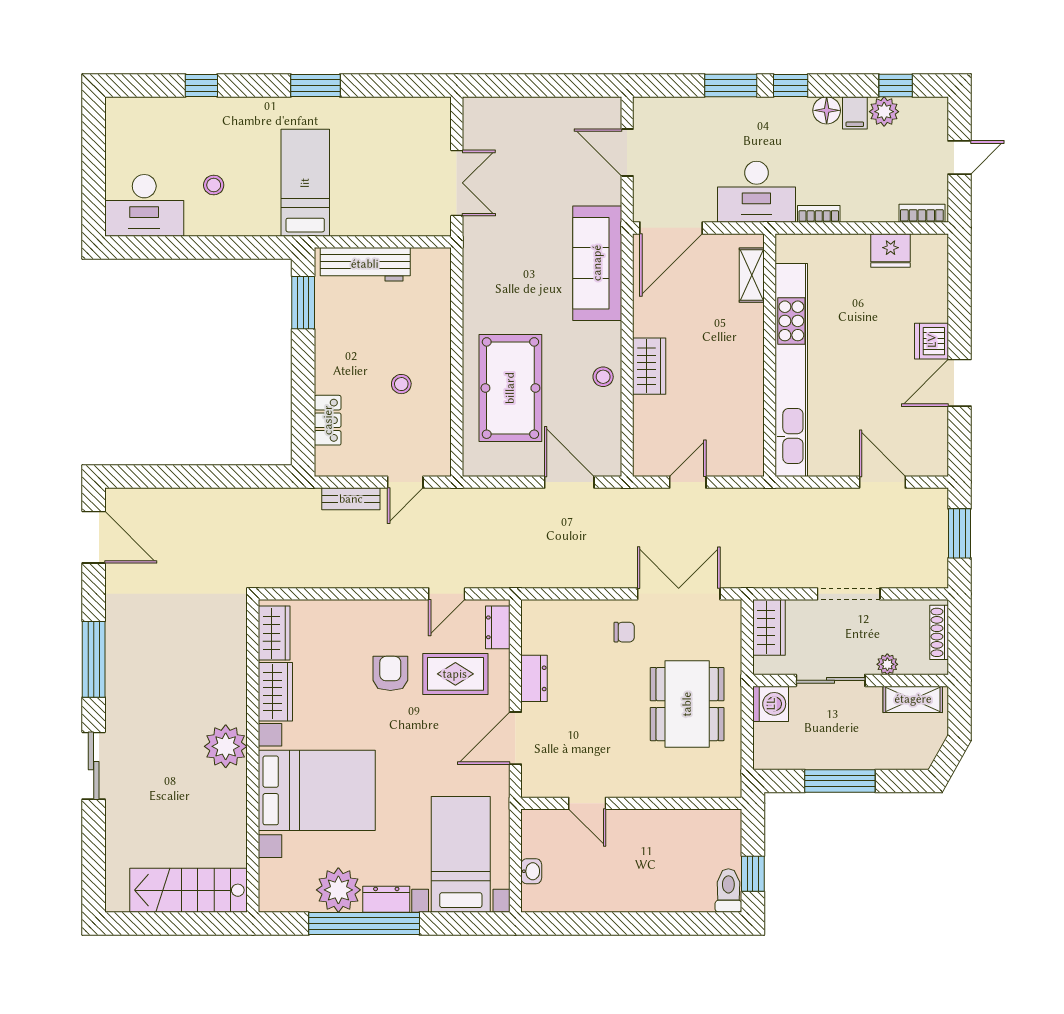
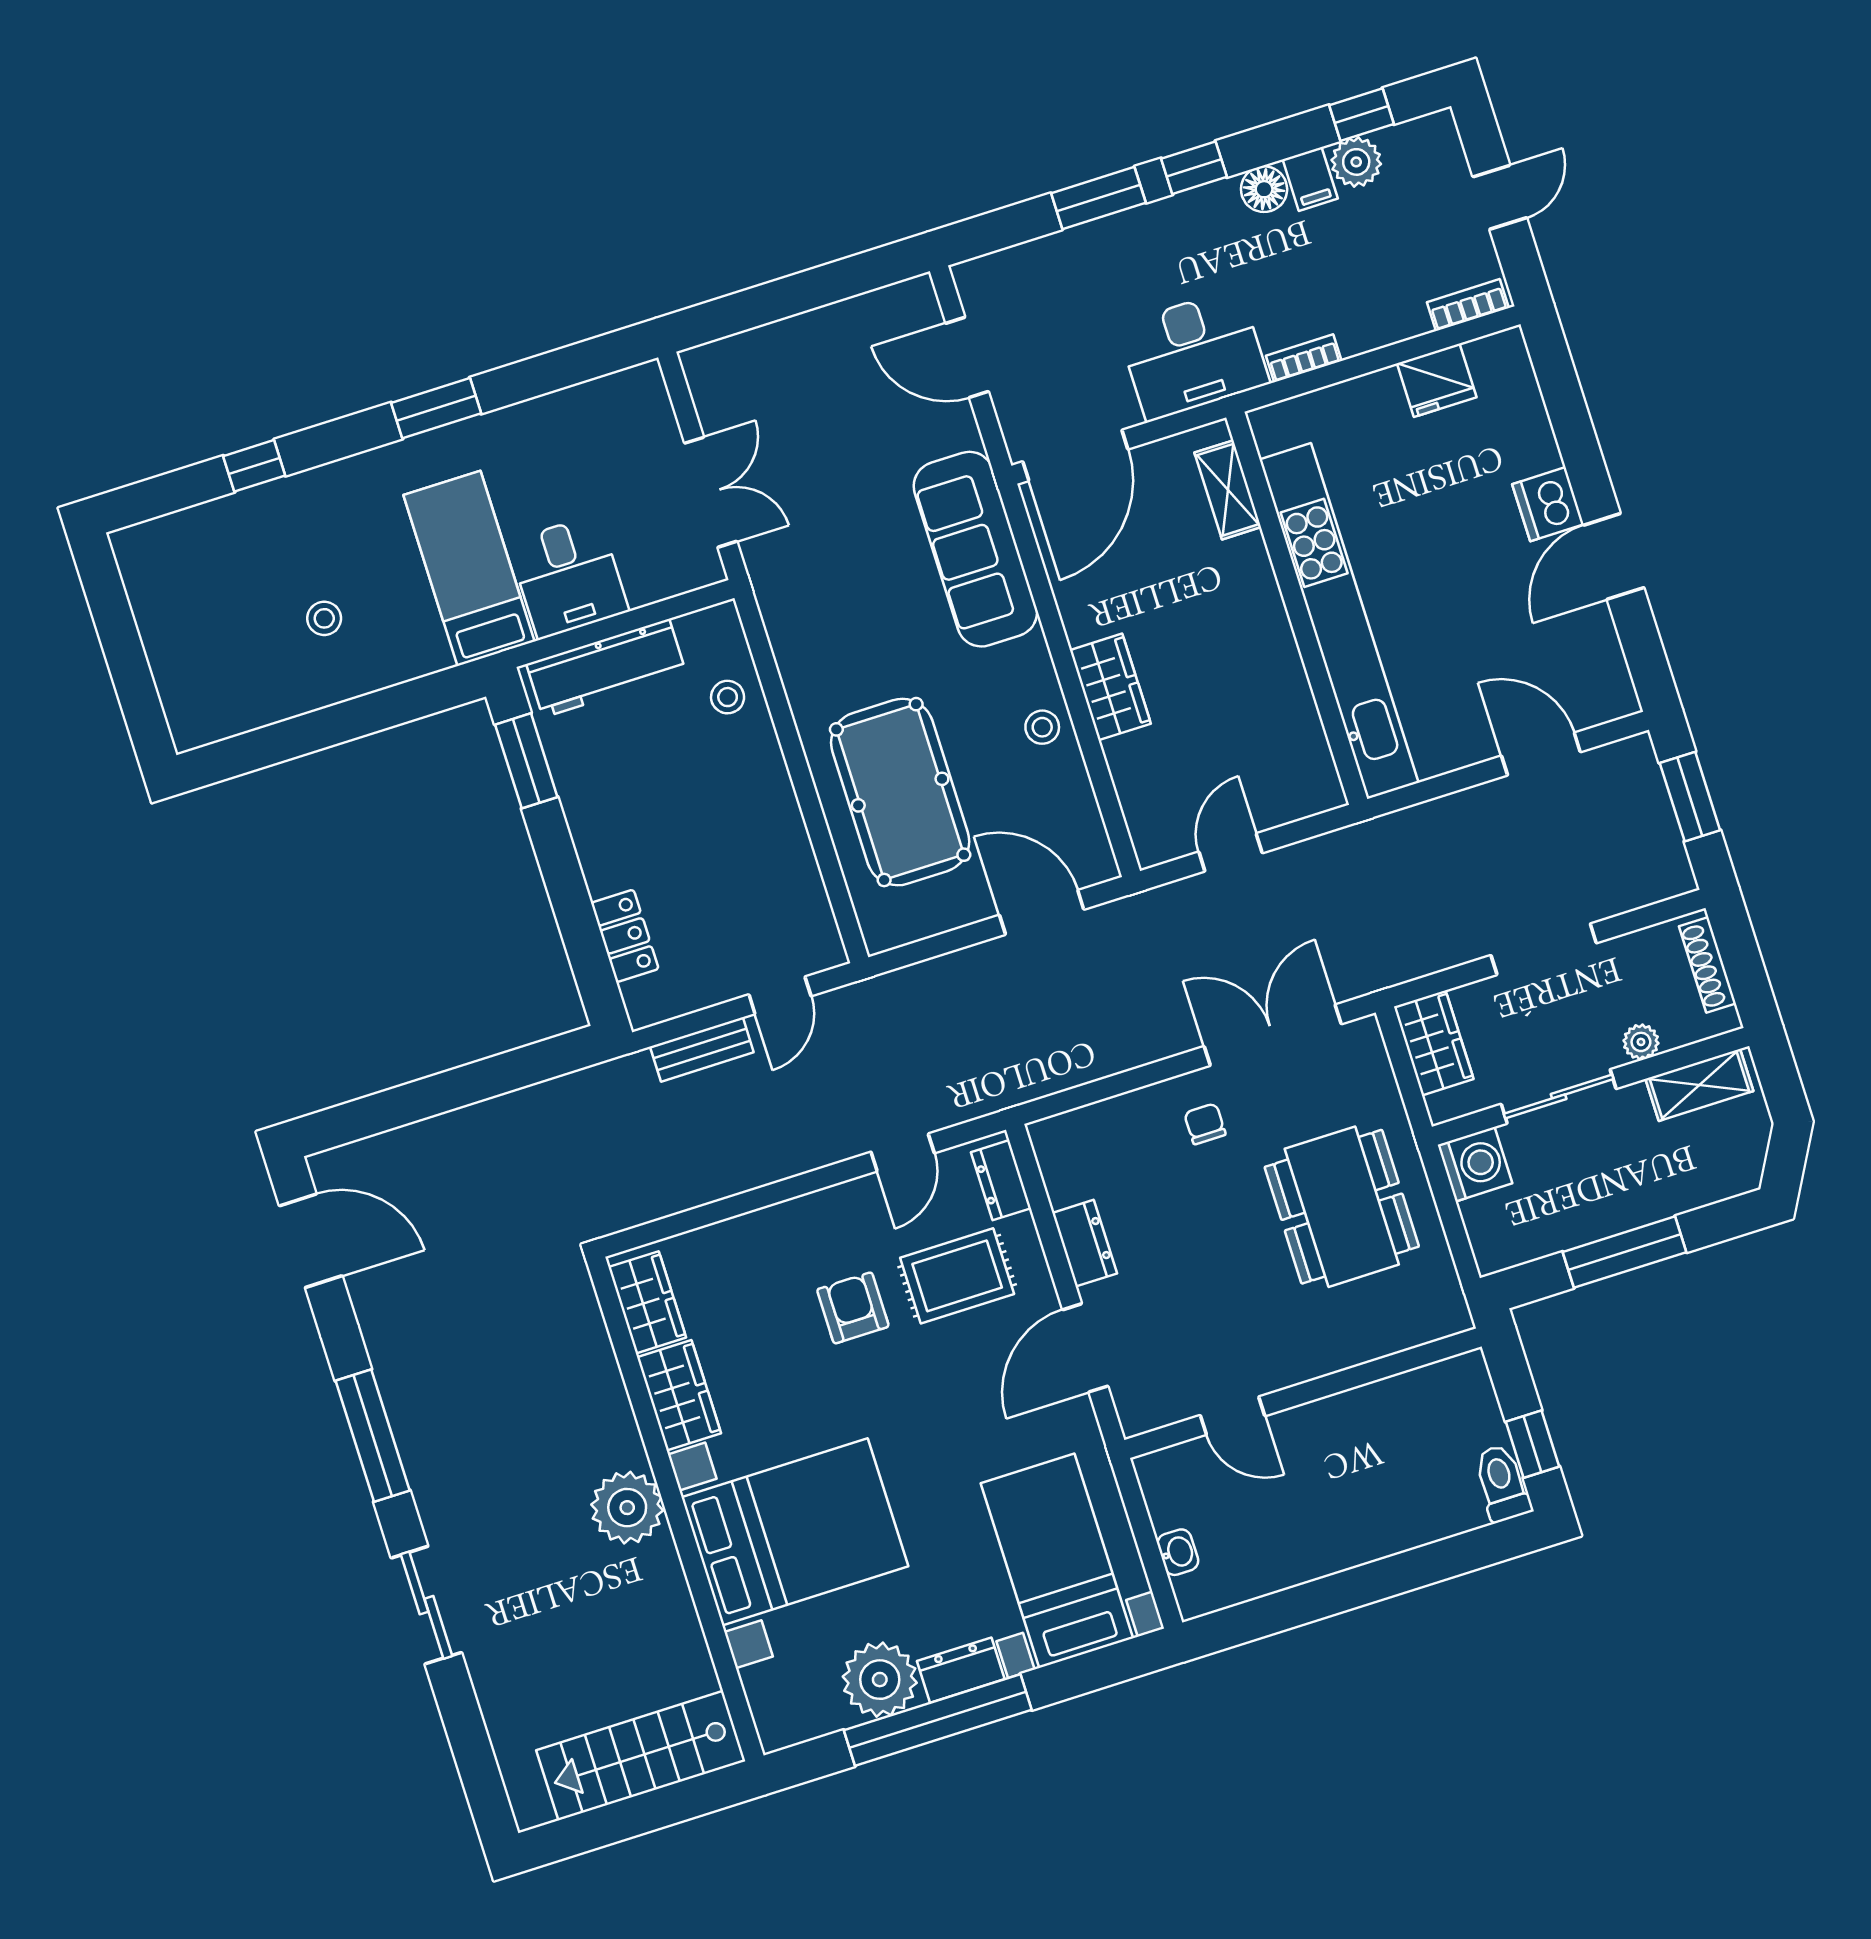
desk: (144, 205) -> (568, 577), moved, width x0.73
stool: (401, 384) -> (728, 697), moved
chair: (624, 632) -> (1205, 1124), turned -90

